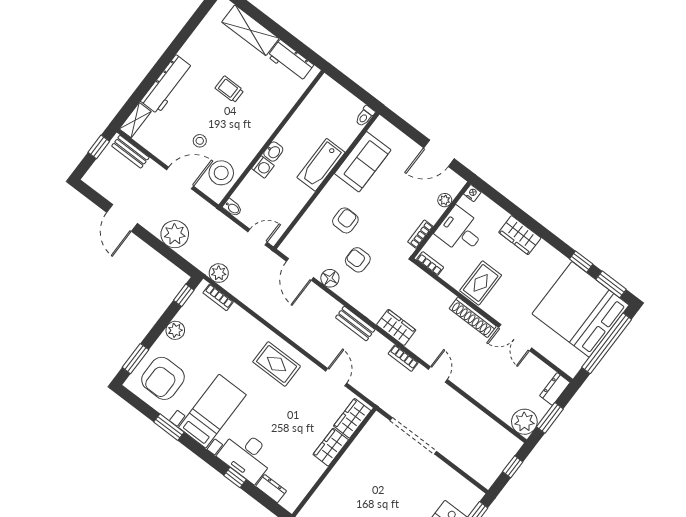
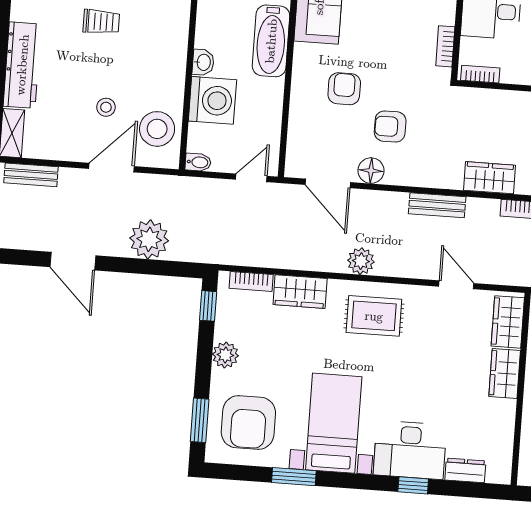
trolley: (229, 89) -> (101, 22), turned 180
washing machine: (263, 167) -> (212, 100), width x1.89, depth x1.89
plant: (219, 273) -> (361, 261), moved
wardrobe: (243, 322) -> (300, 292), added

